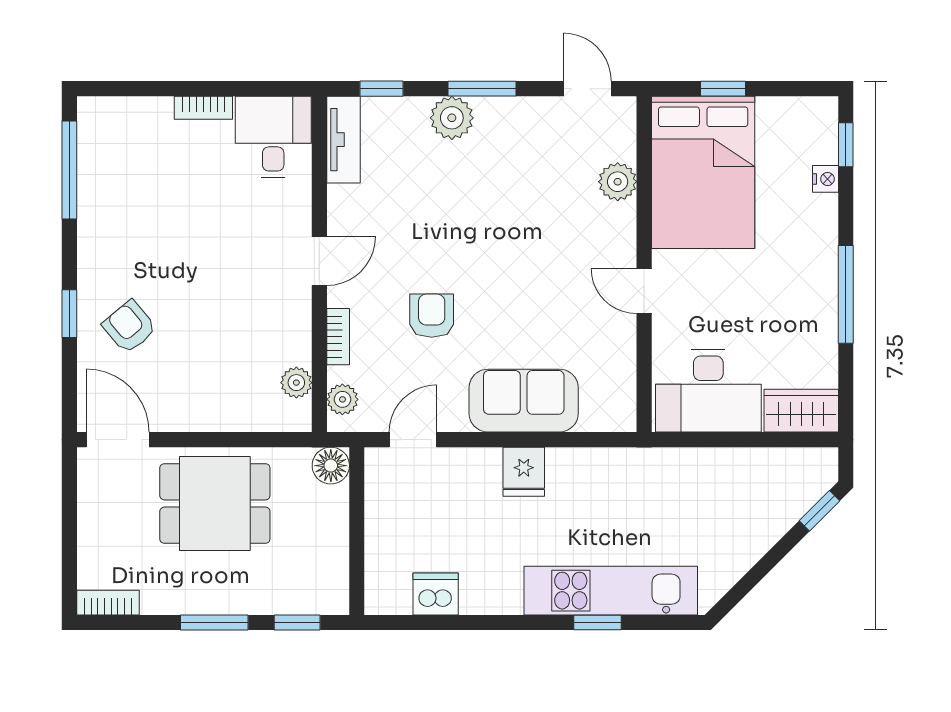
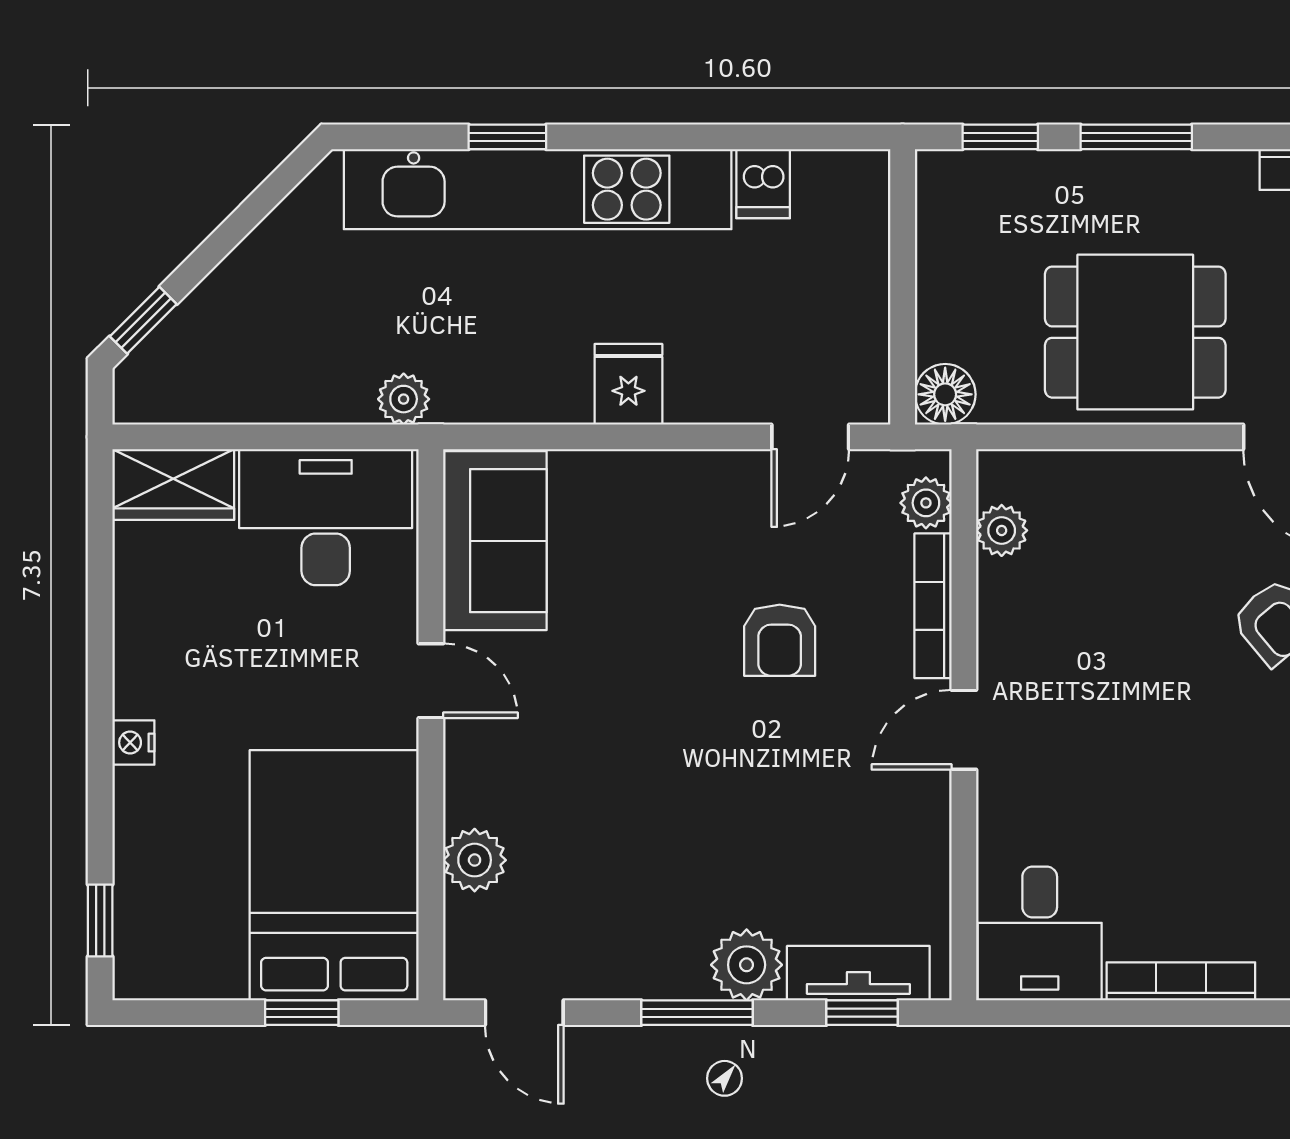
bookcase: (203, 108) -> (1181, 981), width x1.56
tv unit: (344, 140) -> (858, 973), moved, turned 90
nightstand: (826, 179) -> (133, 743), moved
window: (846, 294) -> (100, 675), removed
bookcase: (338, 337) -> (933, 606), width x1.56
sofa: (524, 401) -> (495, 541), moved, turned -90
plant: (661, 463) -> (404, 399), added
kitchen unit: (611, 591) -> (538, 189), width x1.36
dishwasher: (436, 594) -> (763, 184), width x0.73

